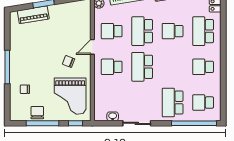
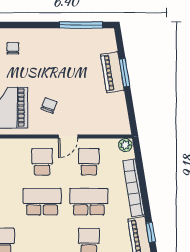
piano: (33, 15) -> (112, 72), moved
door: (92, 47) -> (68, 137), swing flipped
window: (7, 67) -> (81, 25), moved

